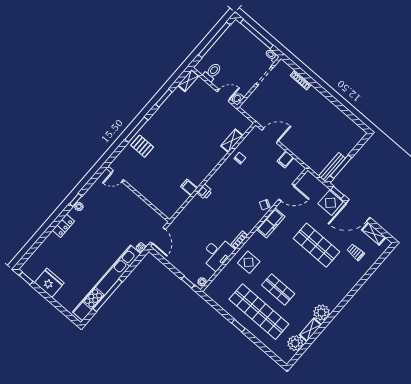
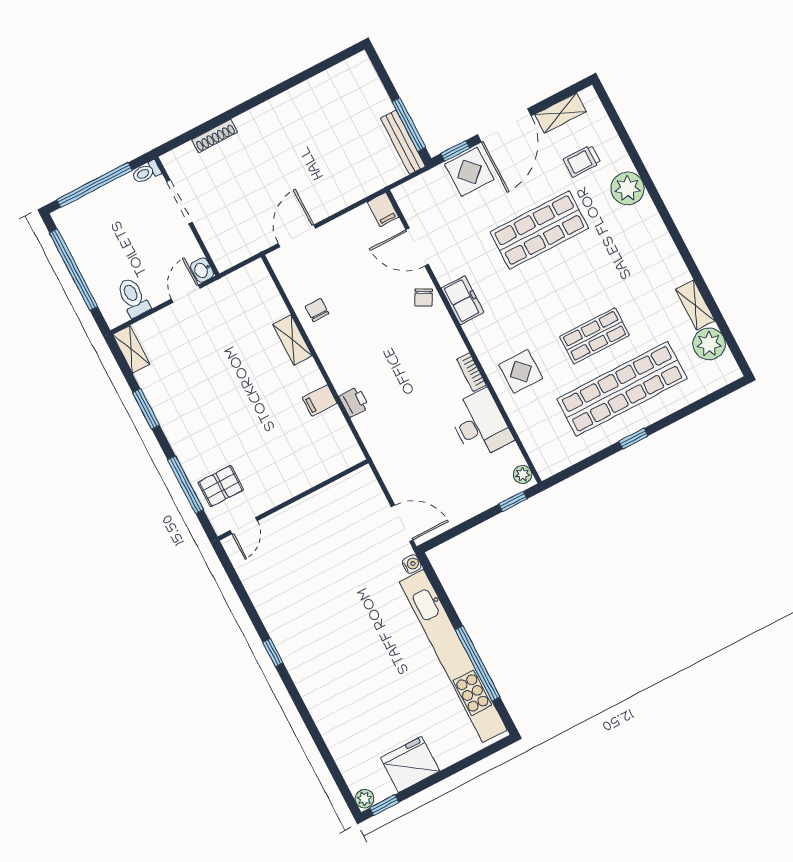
shelving: (232, 141) -> (292, 340), moved
filing cabinet: (285, 160) -> (383, 209), moved
door: (117, 176) -> (244, 526), moved
filing cabinet: (189, 187) -> (320, 400), moved
door: (287, 193) -> (417, 247), swing flipped
wall: (138, 194) -> (293, 500), moved
plant: (79, 206) -> (364, 799), moved
freezer: (271, 223) -> (463, 300), width x0.71
locker: (63, 226) -> (313, 695), removed
plant: (321, 313) -> (628, 188), moved

